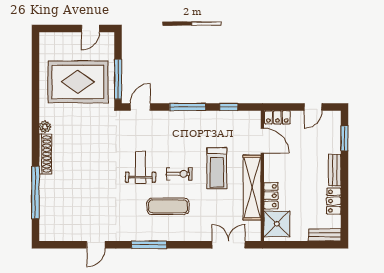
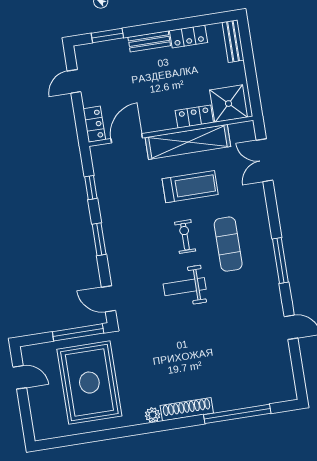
window: (188, 107) -> (99, 239), width x0.69
door: (313, 107) -> (74, 81), swing flipped
treadmill: (217, 168) -> (190, 187), moved

